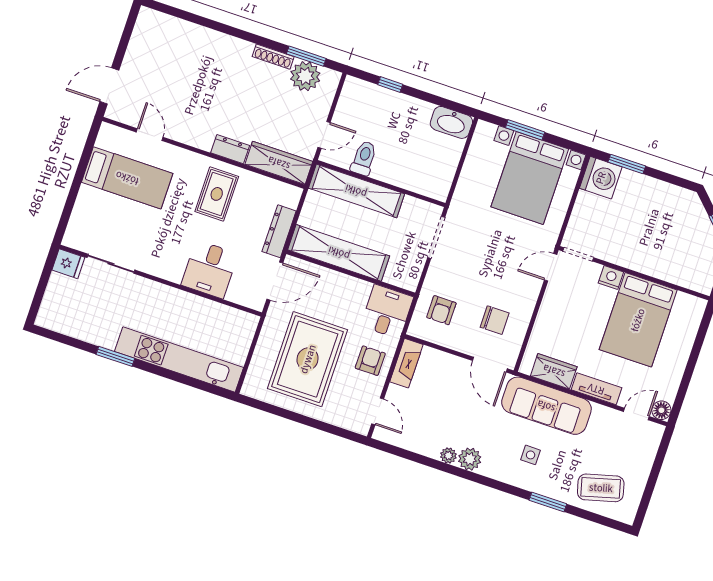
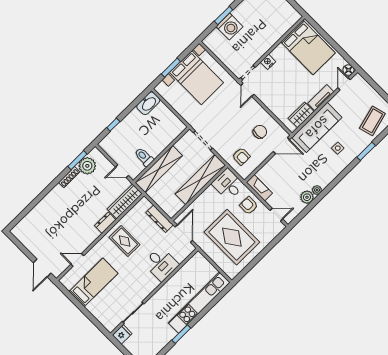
door: (324, 135) -> (122, 171), swing flipped
window: (627, 164) -> (224, 16), moved
washing machine: (601, 178) -> (230, 27), moved, turned 90
shelving: (339, 253) -> (200, 180), moved
bed: (638, 320) -> (308, 47), moved
plant: (470, 459) -> (307, 197), moved

